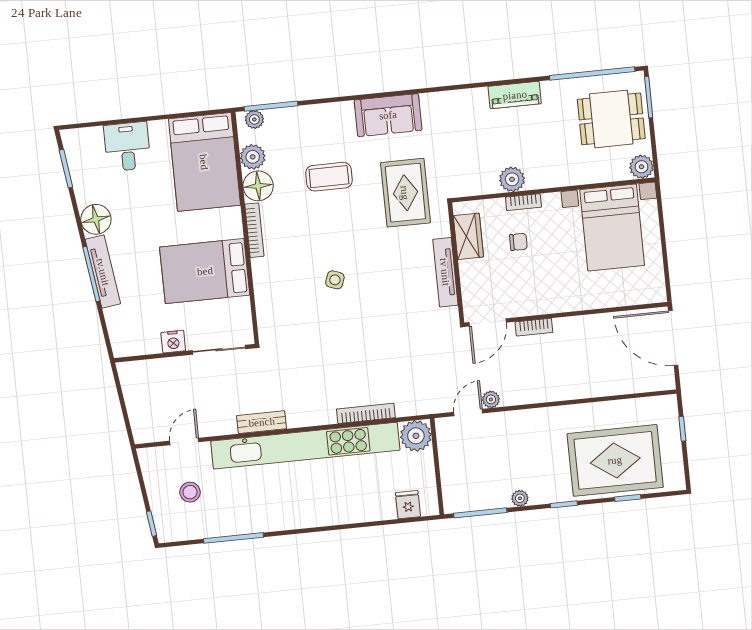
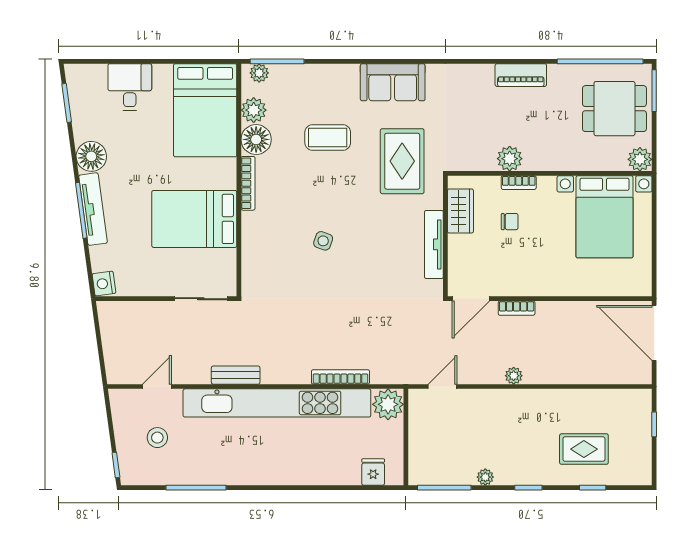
nightstand: (173, 342) -> (104, 284), moved, turned 82
plant: (491, 399) -> (514, 376), moved
rug: (615, 460) -> (584, 449), width x0.54, depth x0.49

